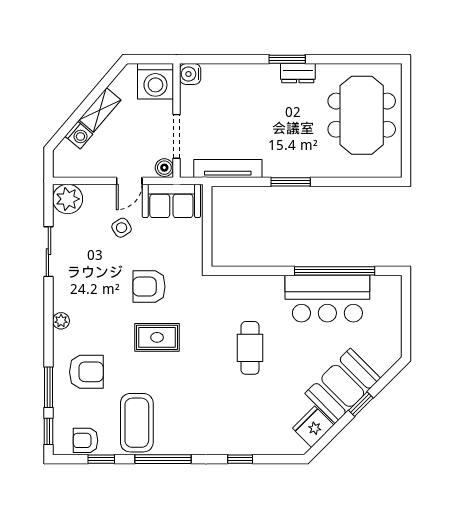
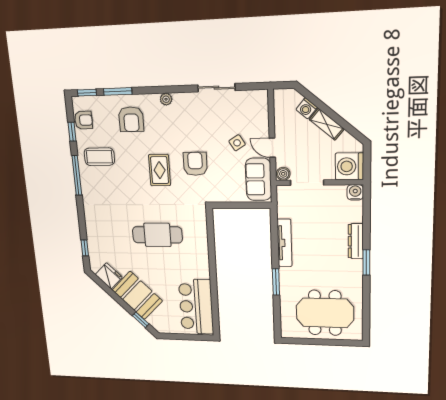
dresser: (298, 73) -> (356, 241), moved, width x1.44
tv unit: (228, 169) -> (284, 243), moved
window: (291, 182) -> (276, 282), moved
plant: (68, 199) -> (257, 101), removed
window: (335, 271) -> (214, 292), removed
bar counter: (327, 299) -> (196, 307), moved
cafe table: (250, 348) -> (157, 235), width x1.37, depth x1.35
window: (361, 404) -> (141, 320), moved
coffee table: (137, 423) -> (99, 157), width x0.73, depth x0.76
armchair: (86, 440) -> (83, 120), turned 90
window: (240, 459) -> (85, 248), moved

